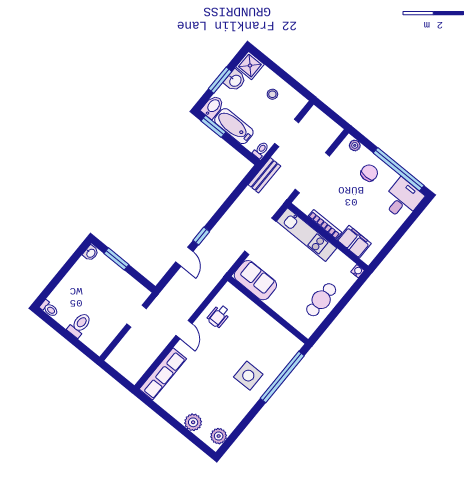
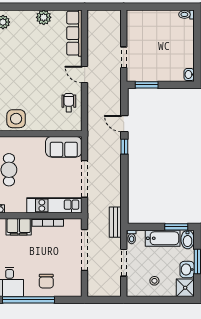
plant: (355, 145) -> (71, 292), removed
window: (116, 259) -> (147, 85), moved
toilet: (80, 325) -> (157, 20), removed
side table: (248, 376) -> (16, 119), moved
plant: (193, 422) -> (44, 17), moved

